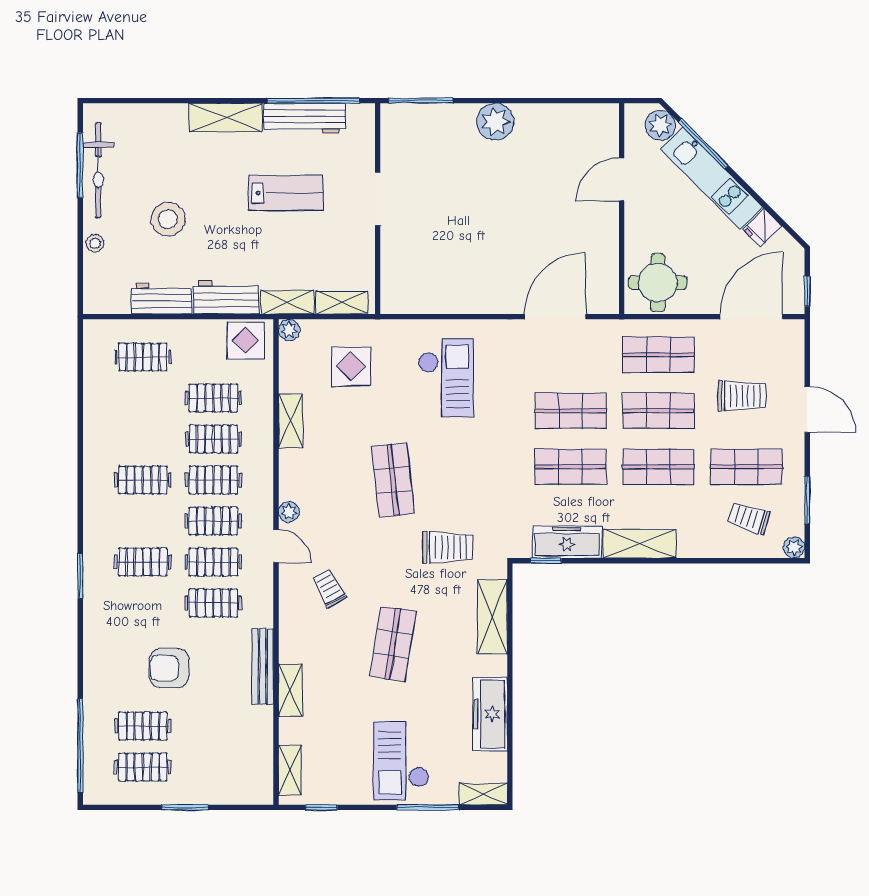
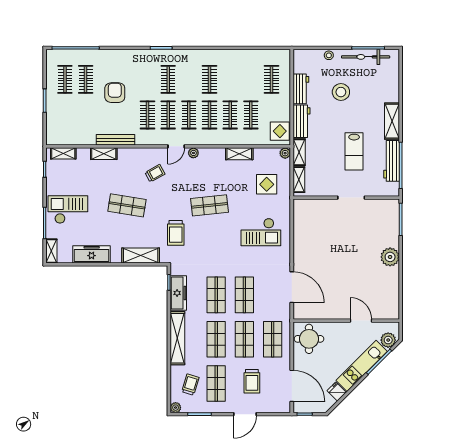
shelving: (640, 544) -> (177, 338), width x1.47

